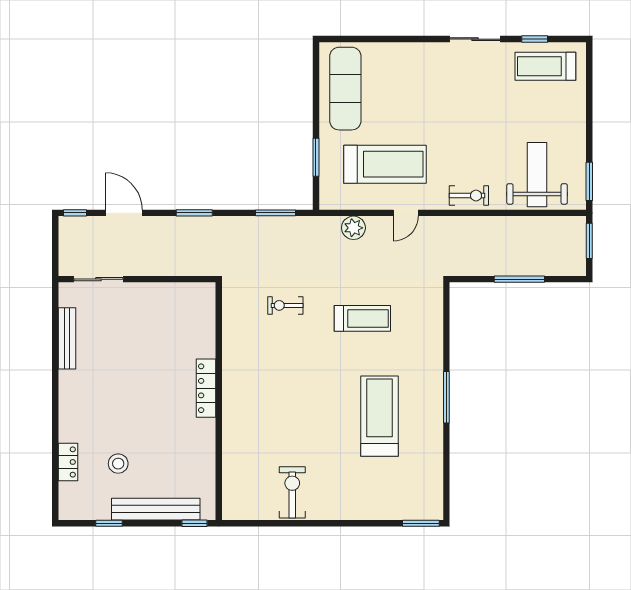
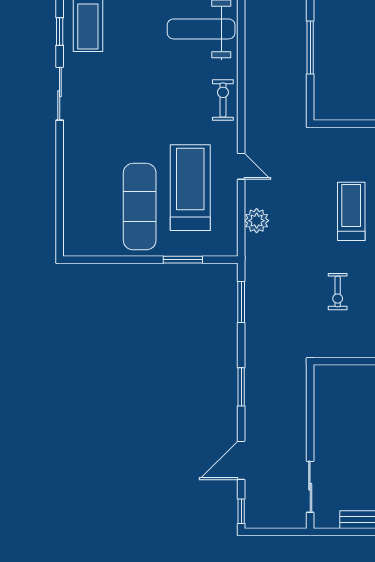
exercise mat: (345, 89) -> (140, 207), moved, turned 90

